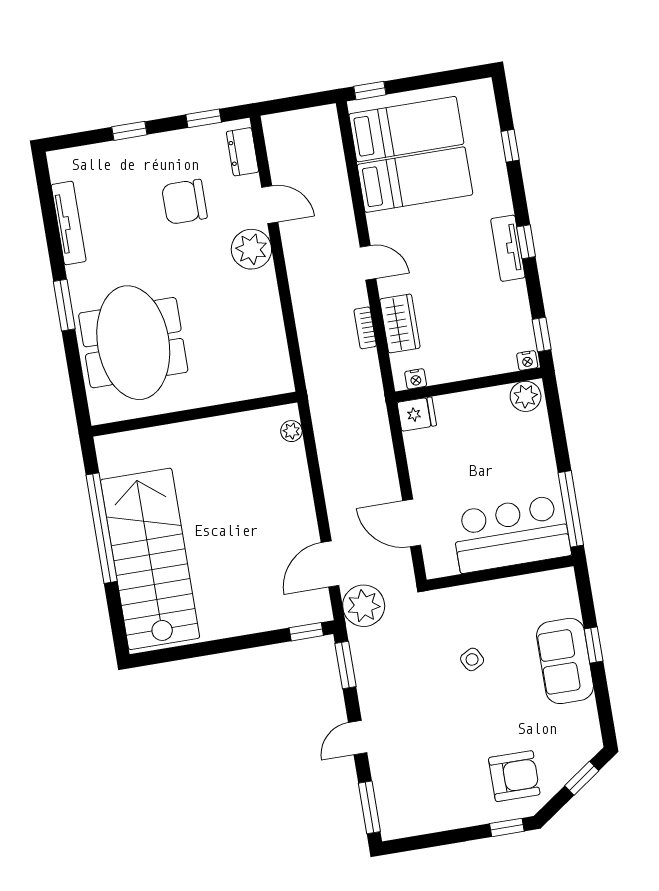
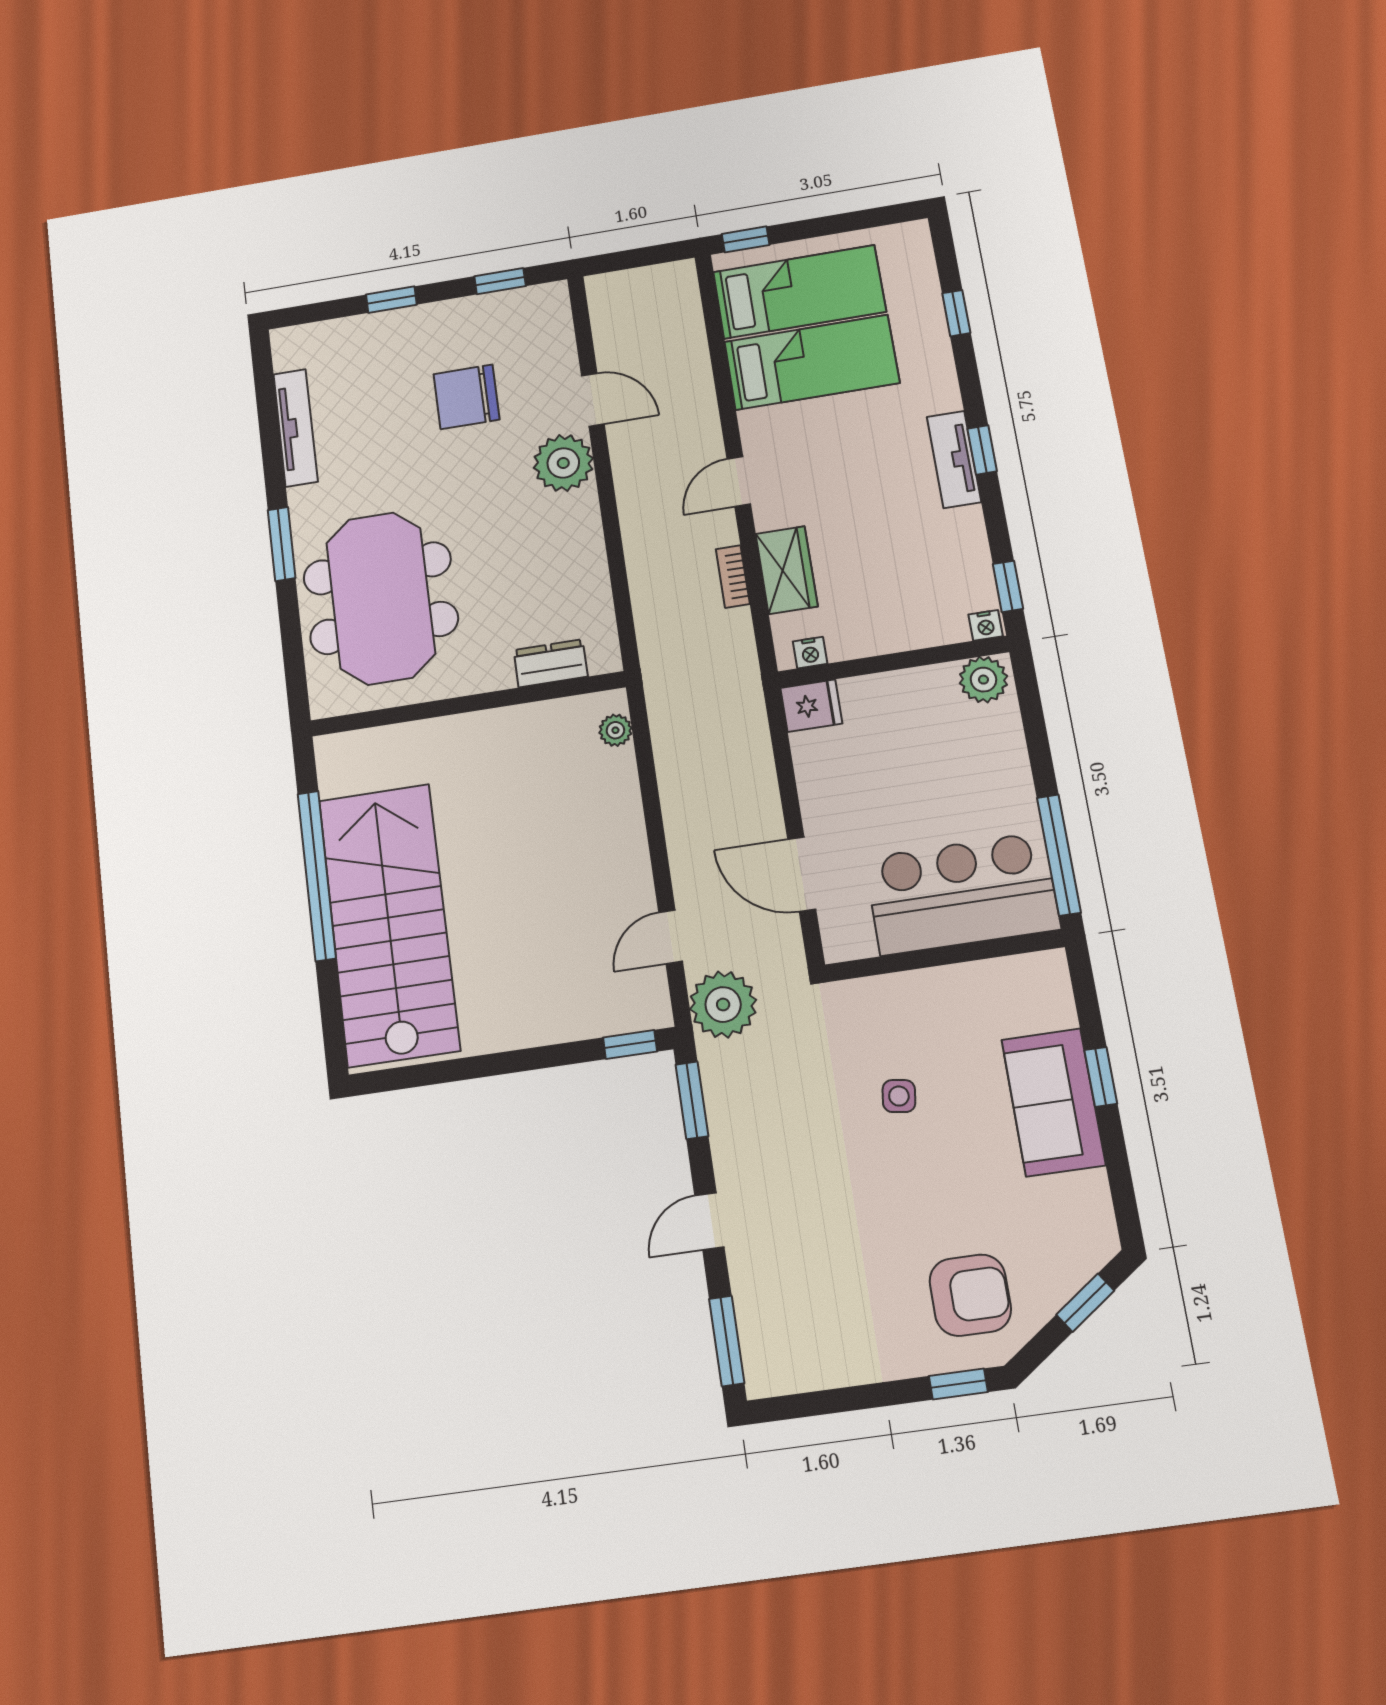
dresser: (242, 152) -> (551, 663), moved, turned 90
door: (368, 263) -> (739, 482), swing flipped
door: (330, 564) -> (671, 937), width x0.73
side table: (472, 659) -> (899, 1096), turned 36

